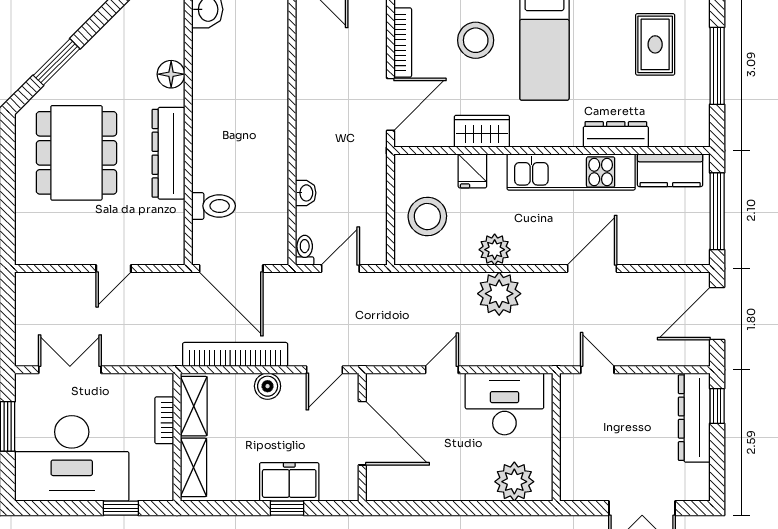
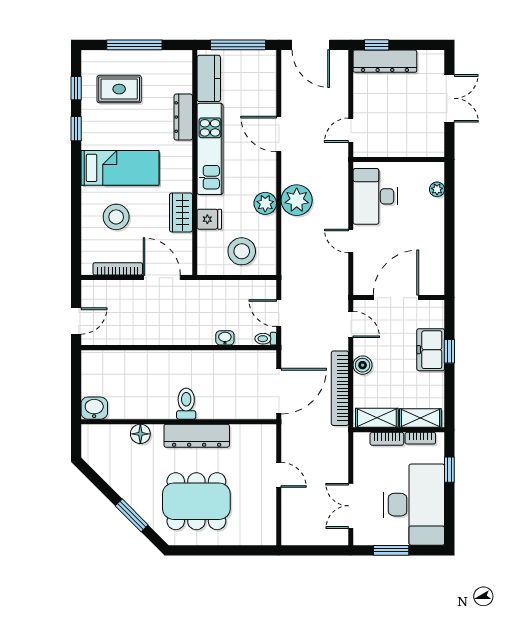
toilet: (213, 206) -> (186, 404), moved
bookcase: (165, 467) -> (420, 438), added
plant: (514, 482) -> (437, 189), width x0.53, depth x0.53

